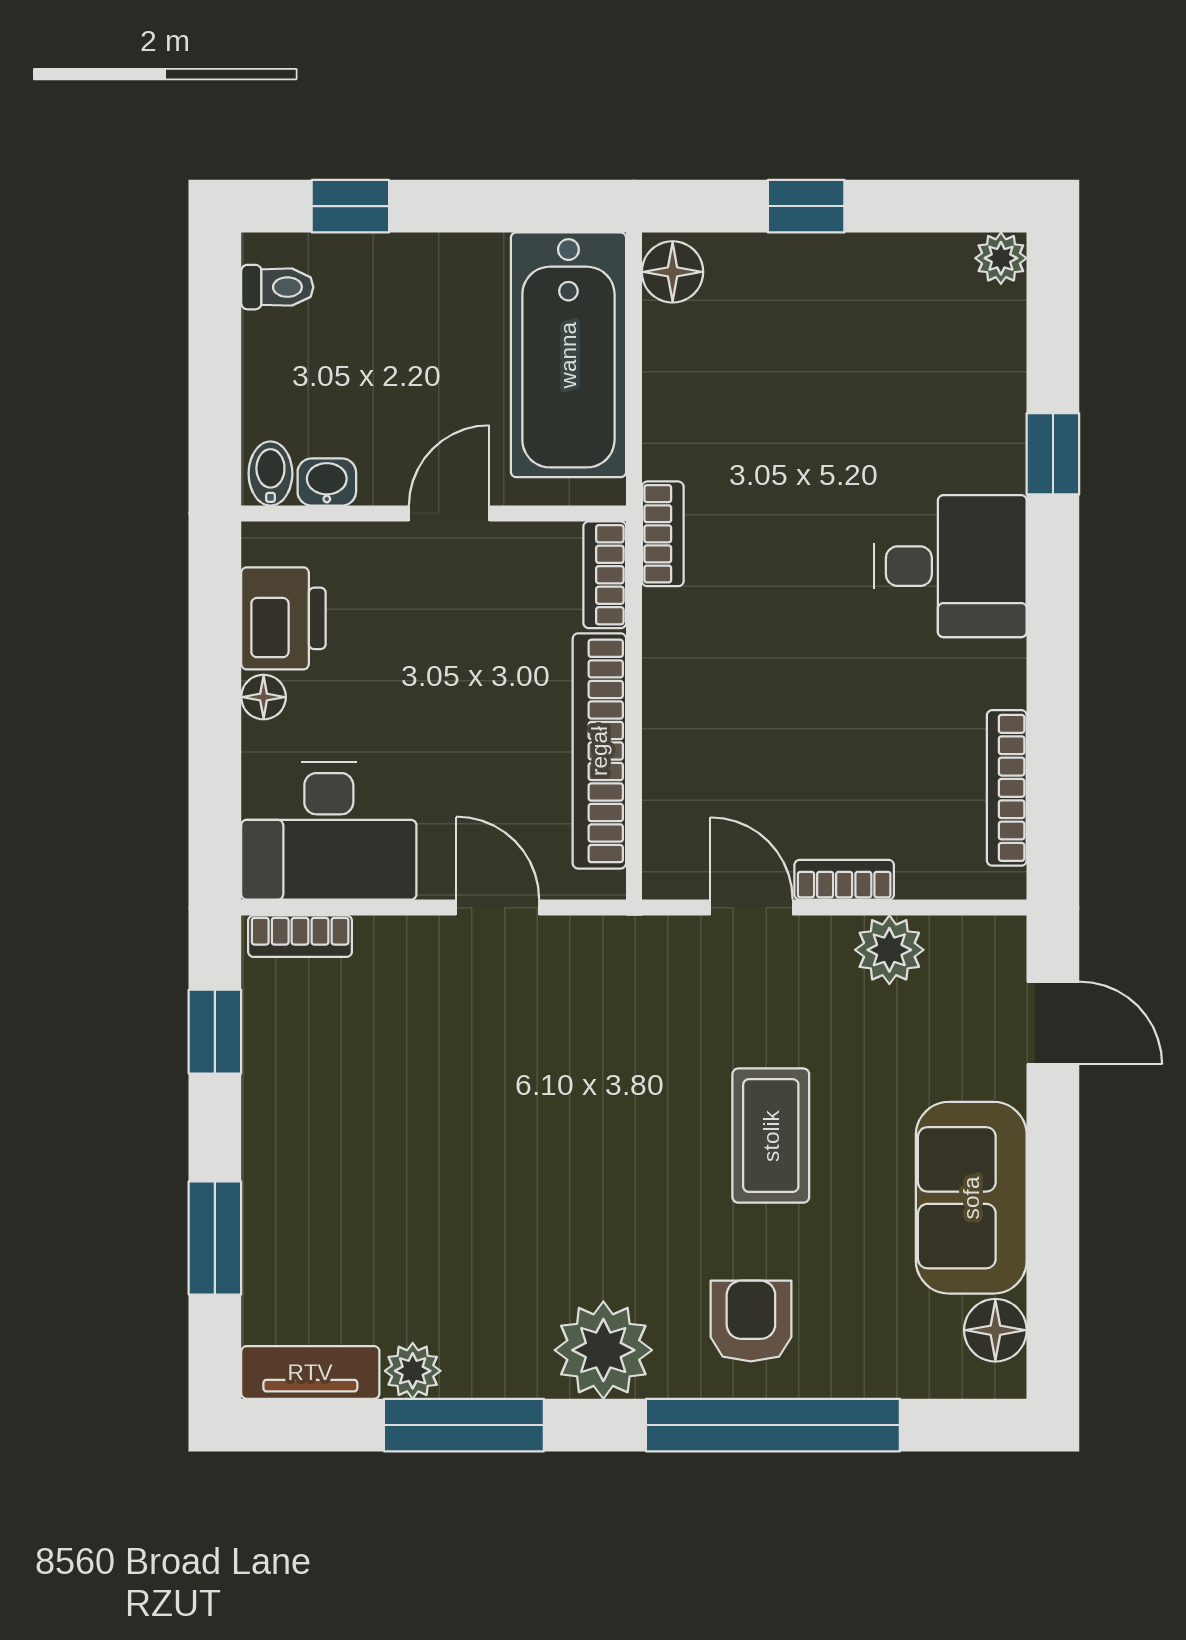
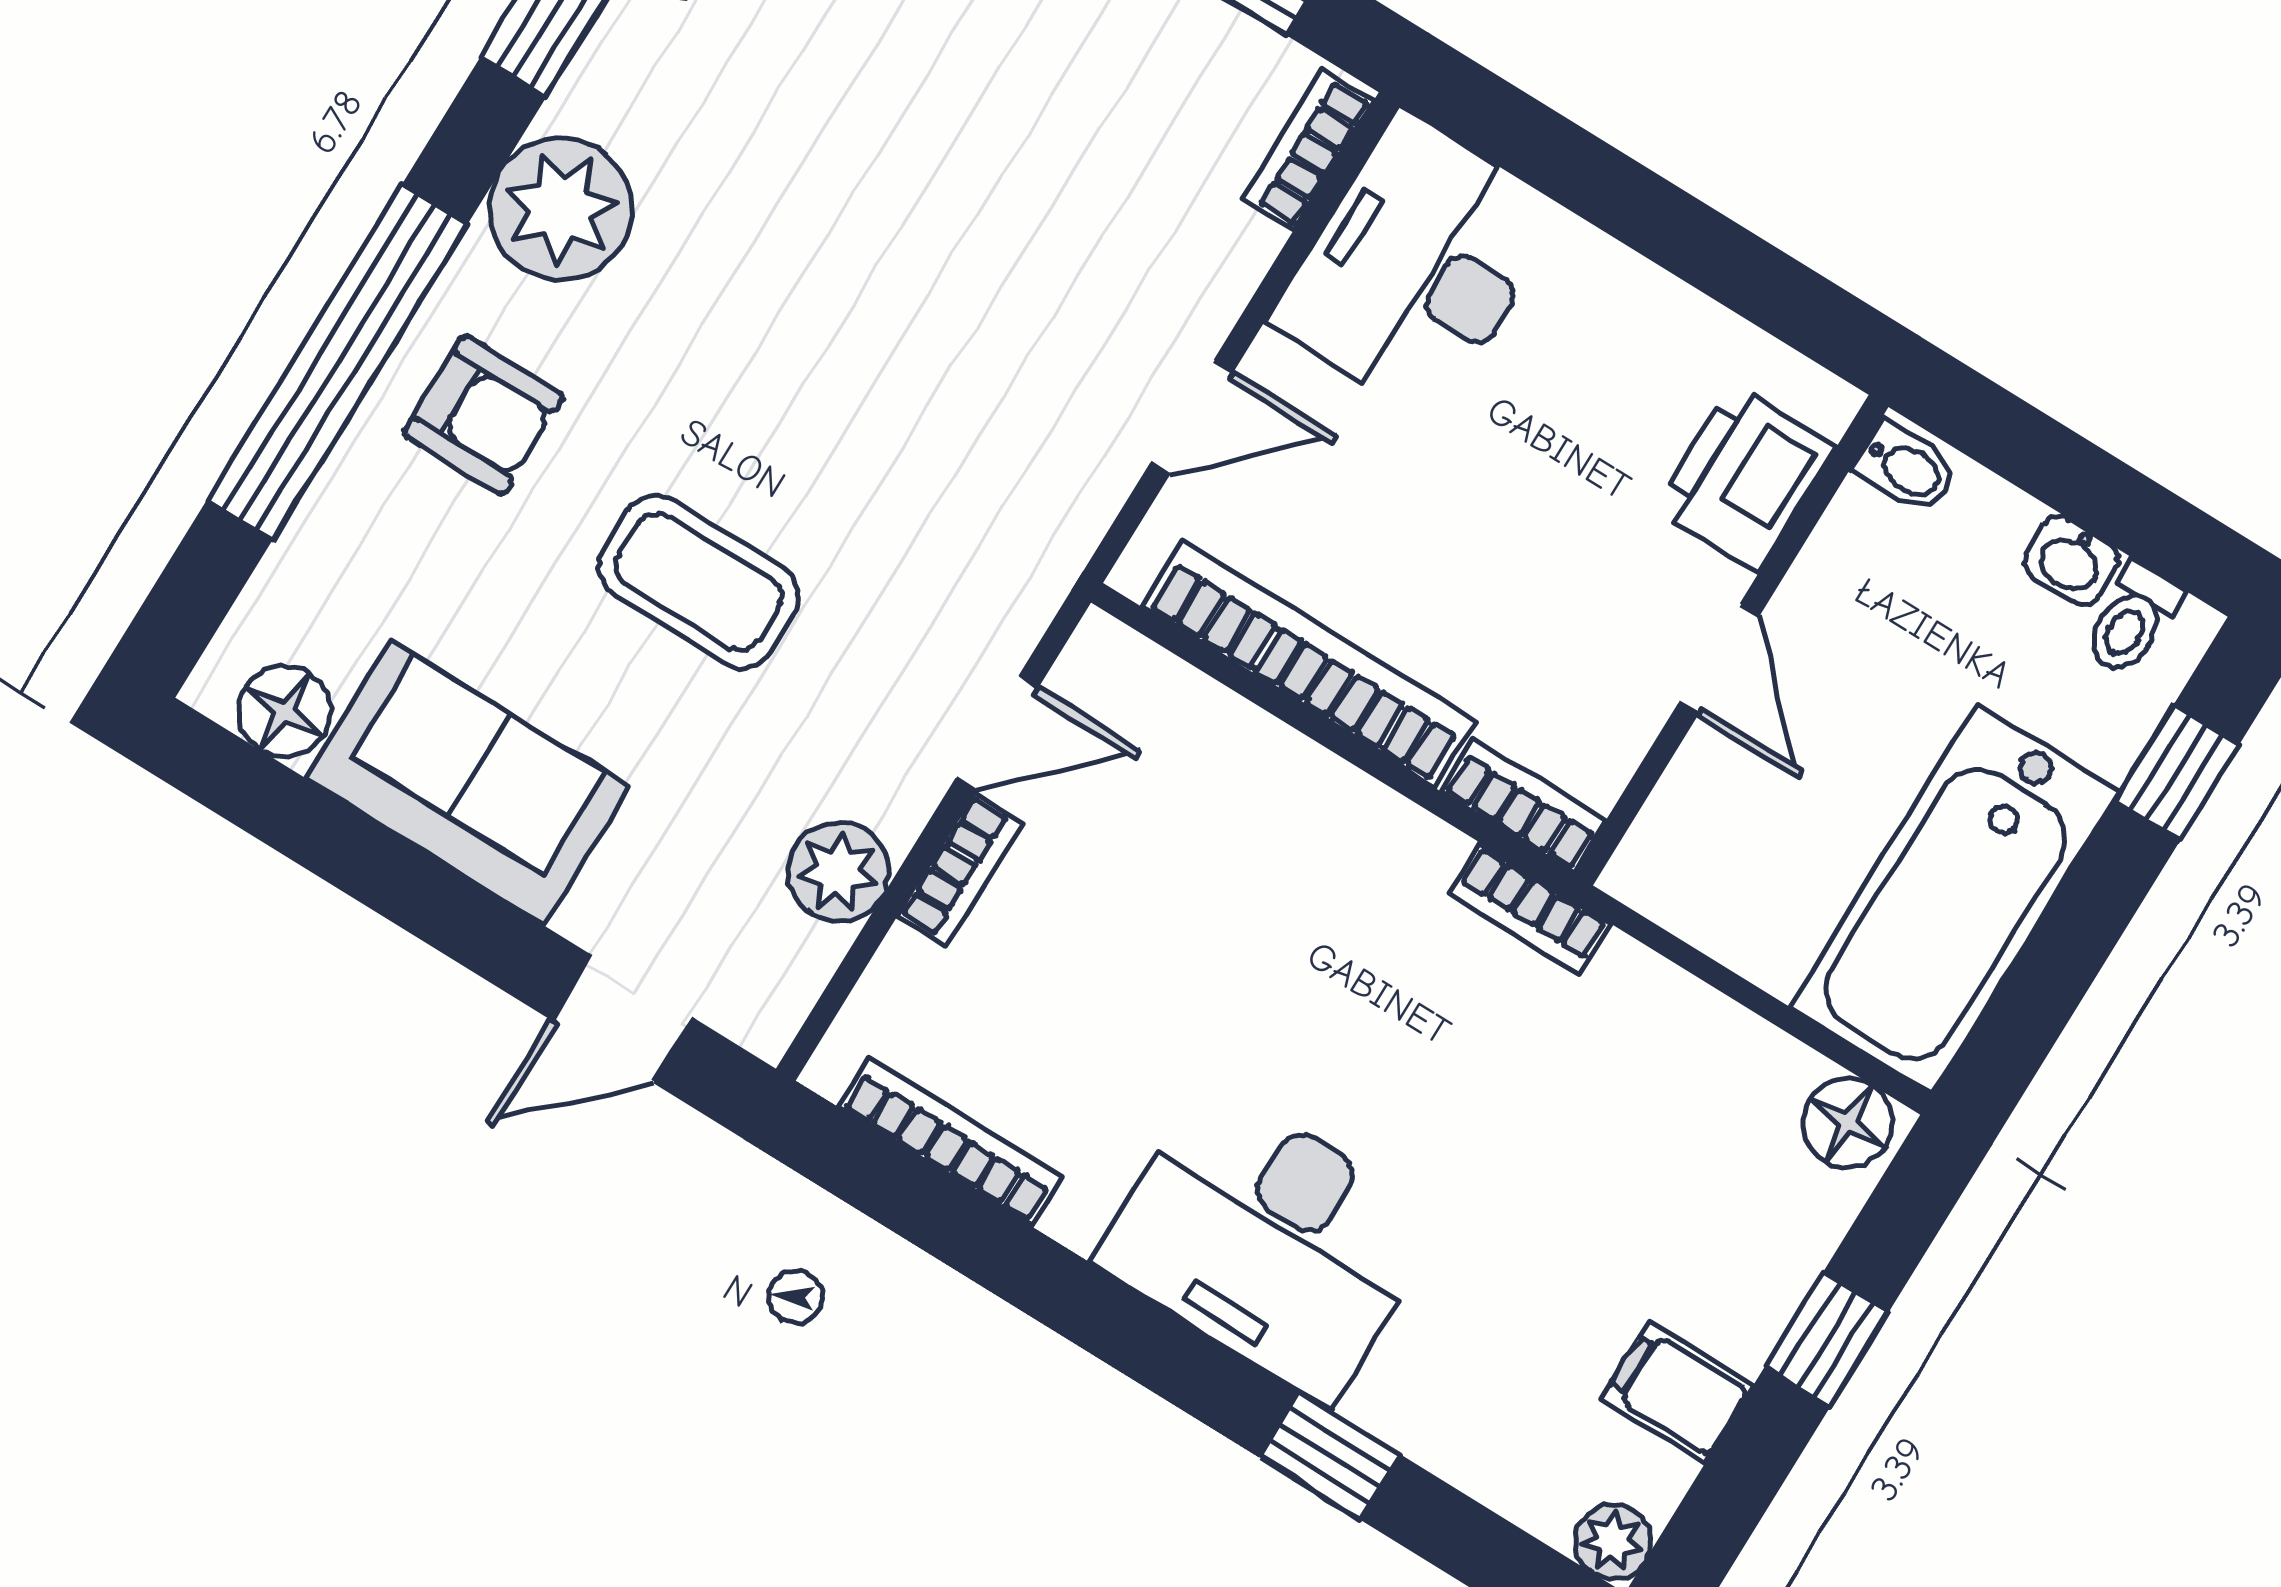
filing cabinet: (891, 274) -> (1678, 1392), added
bathtub: (568, 355) -> (1955, 899), moved, turned -90
washbasin: (327, 482) -> (2071, 561), moved, turned 90
desk: (950, 566) -> (1269, 1242), width x1.37
printer: (283, 618) -> (1745, 478), moved, turned 90
floor lamp: (264, 697) -> (1633, 288), removed

